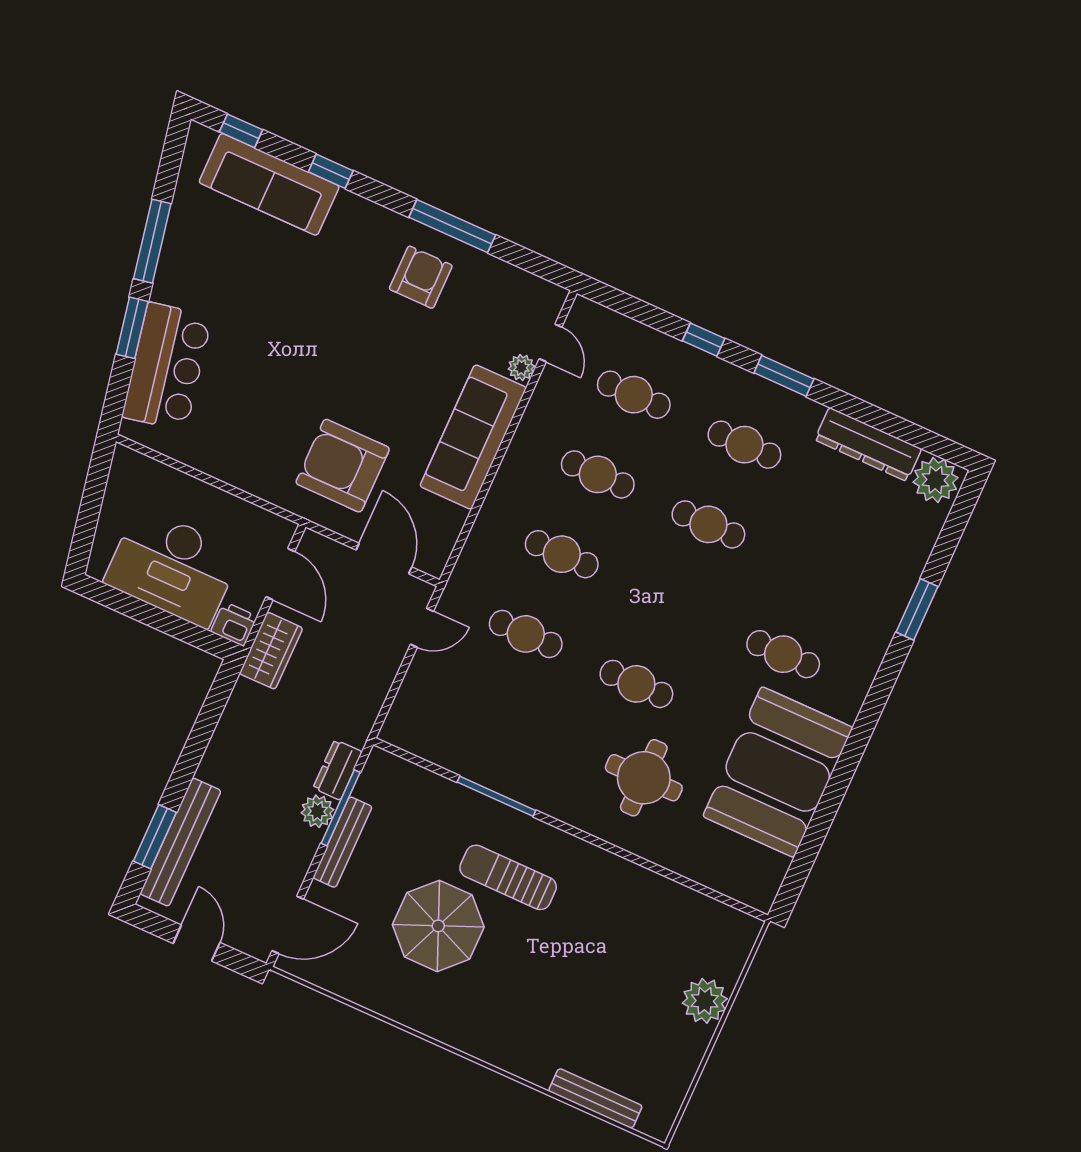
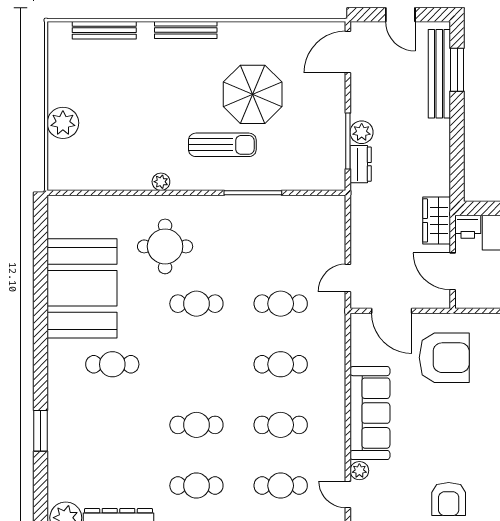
bench: (342, 842) -> (186, 30), moved, turned 90
plant: (611, 865) -> (161, 182), added

